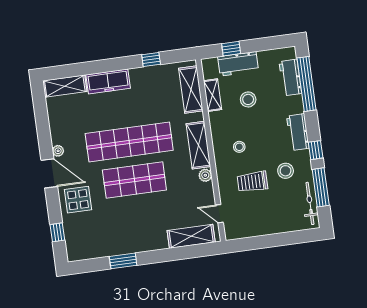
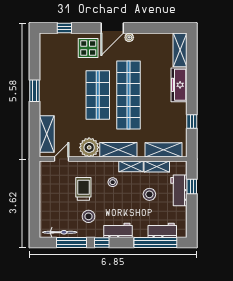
shelving: (217, 127) -> (131, 166), added
plant: (205, 175) -> (89, 147), width x1.88, depth x1.88
window: (123, 261) -> (34, 91), moved

